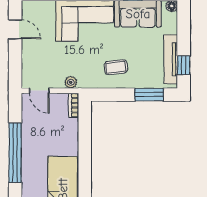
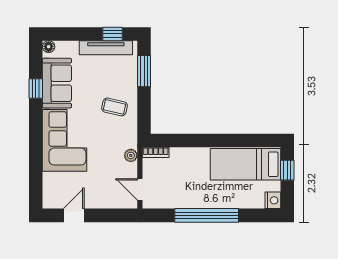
coffee table: (116, 67) -> (115, 107), turned -71
door: (39, 91) -> (140, 189), swing flipped

